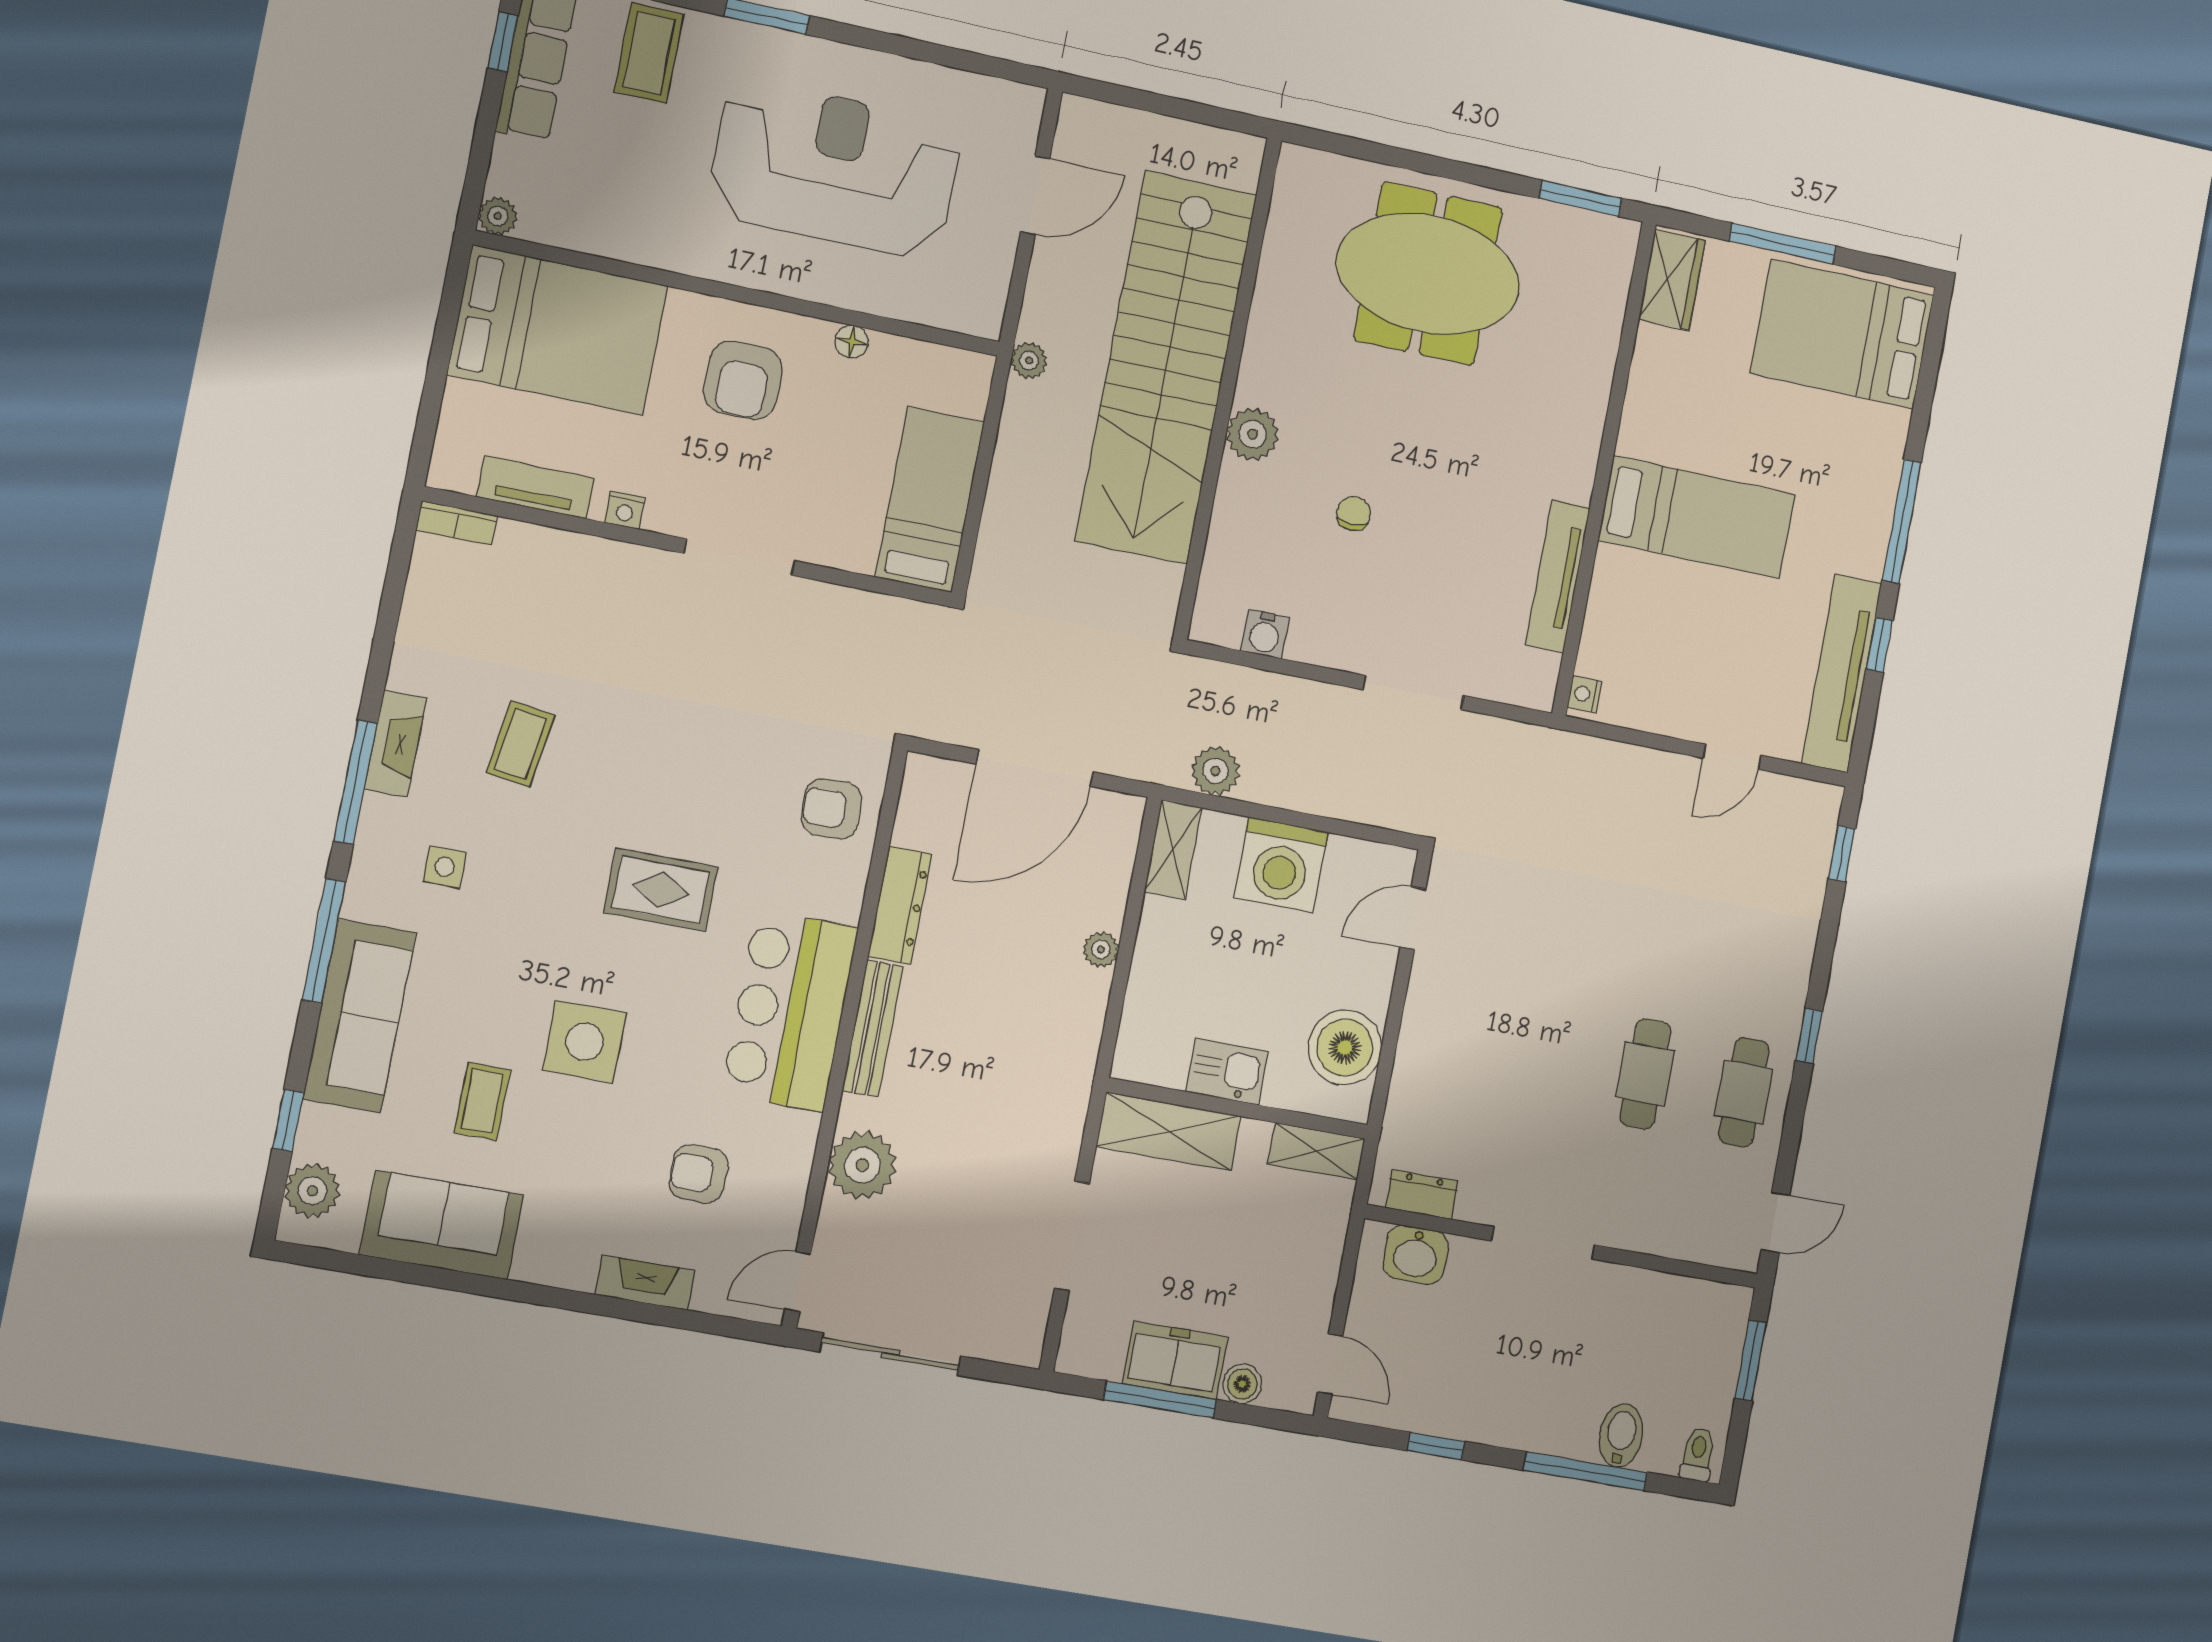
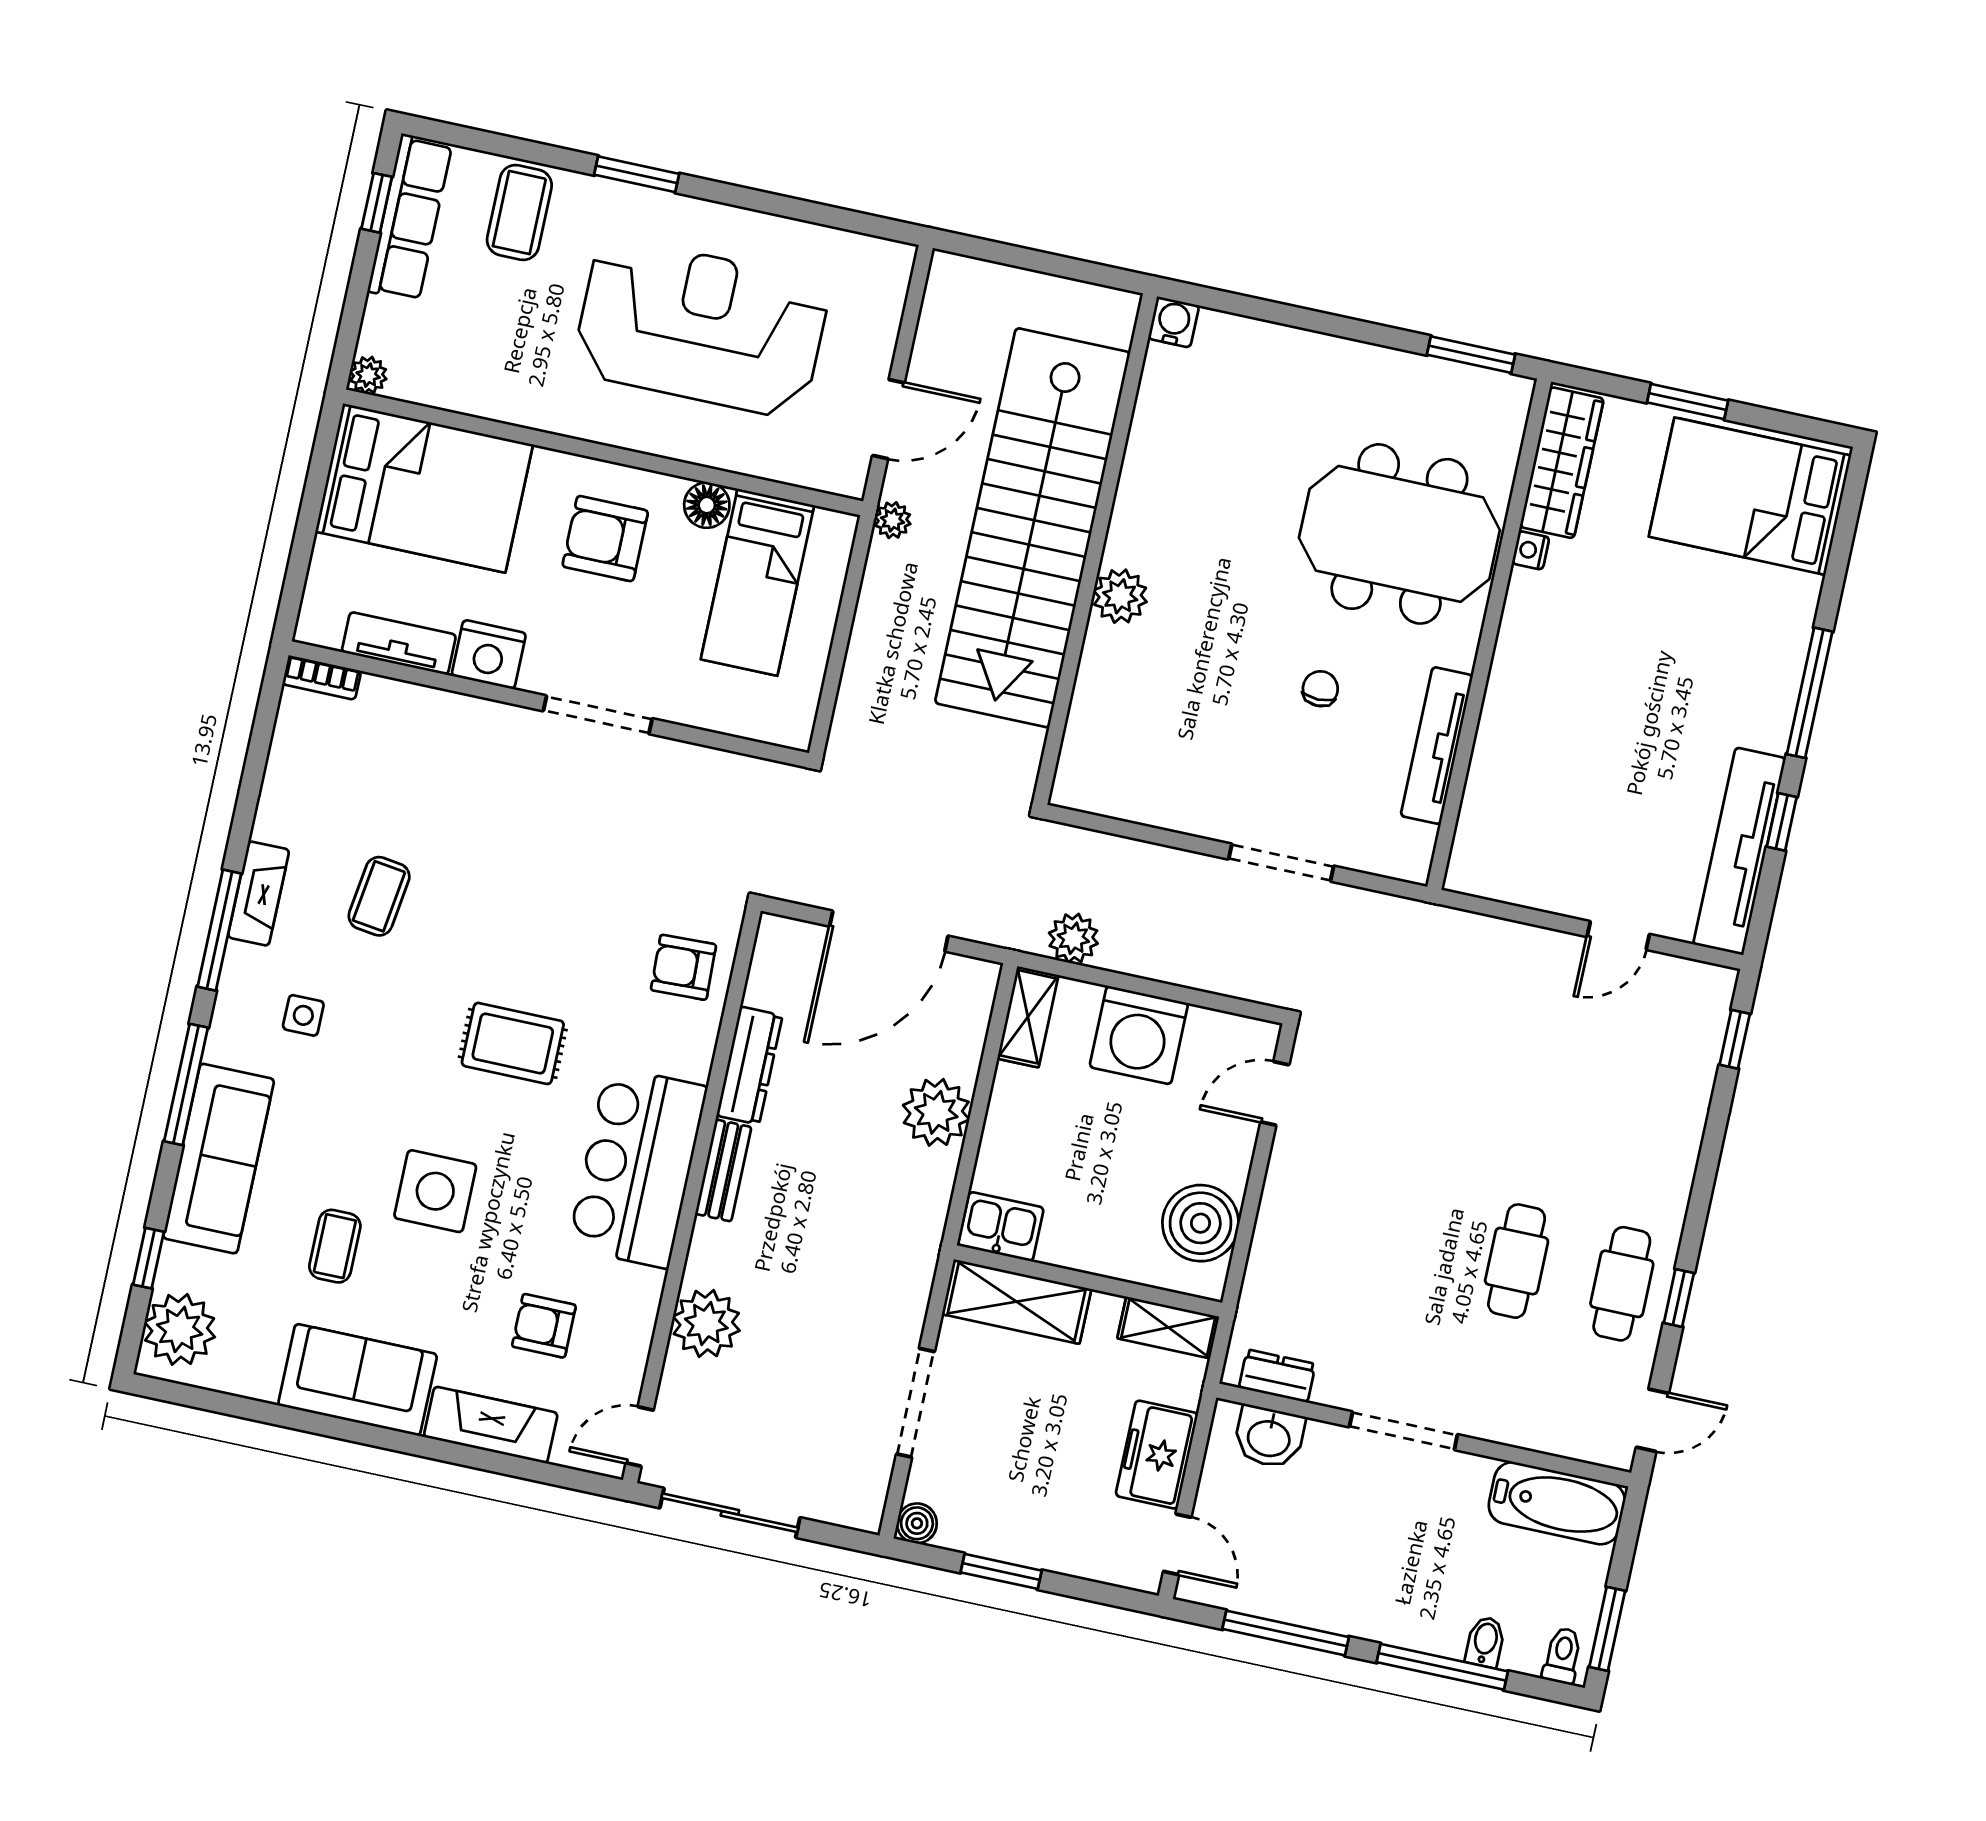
door: (1035, 195) -> (888, 419), moved
window: (1783, 244) -> (1688, 402), width x0.69
meeting table: (1428, 274) -> (1399, 534), moved
wardrobe: (1672, 280) -> (1562, 463), width x1.50
floor lamp: (852, 342) -> (707, 505), width x1.37, depth x1.37
armchair: (743, 380) -> (605, 539), turned 90
bed: (930, 500) -> (757, 582), moved, turned 180
nightstand: (625, 510) -> (489, 655), width x1.89, depth x1.79
chair: (1354, 514) -> (1320, 689), moved
bed: (1697, 517) -> (1587, 686), removed
water cooler: (1265, 634) -> (1174, 322), moved, turned 180
nightstand: (1584, 694) -> (1531, 550), moved
plant: (1101, 949) -> (936, 1112), width x1.88, depth x1.88
bench: (873, 1028) -> (723, 1170), width x0.73
window: (1809, 1036) -> (1679, 1298), moved
kitchen sink: (1227, 1072) -> (1001, 1227), moved
plant: (312, 1191) -> (180, 1329), width x1.36, depth x1.36
sofa: (442, 1225) -> (358, 1380), moved
fireplace: (645, 1283) -> (491, 1425), width x1.37, depth x1.32
bathtub: (1689, 1307) -> (1557, 1503), added
freezer: (1175, 1360) -> (1157, 1455), moved, turned -90
window: (1751, 1360) -> (1607, 1629), moved
boiler: (1242, 1384) -> (917, 1523), moved
window: (1160, 1400) -> (1001, 1571), width x0.69
bidet: (1621, 1435) -> (1485, 1642), width x0.72, depth x0.74
window: (1436, 1446) -> (1286, 1633), width x2.17

